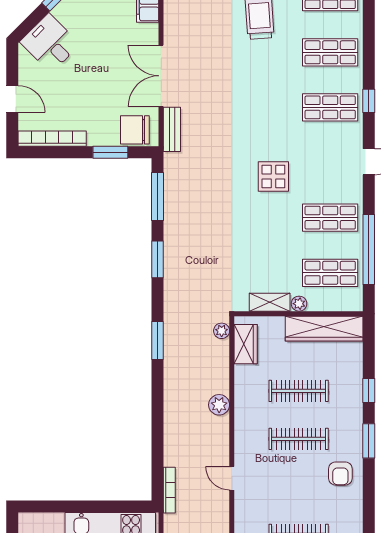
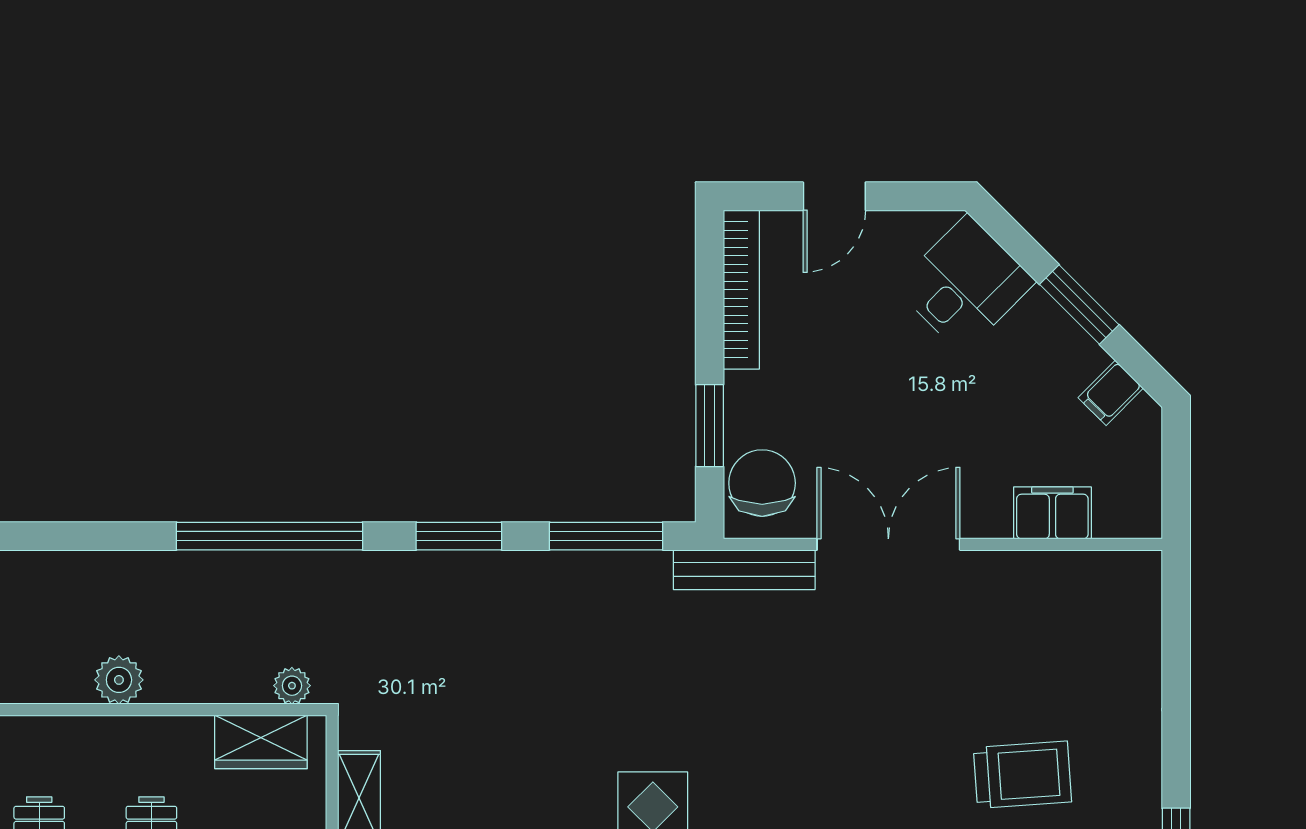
bench: (172, 129) -> (744, 570), width x1.36
window: (158, 340) -> (269, 536), width x2.11

